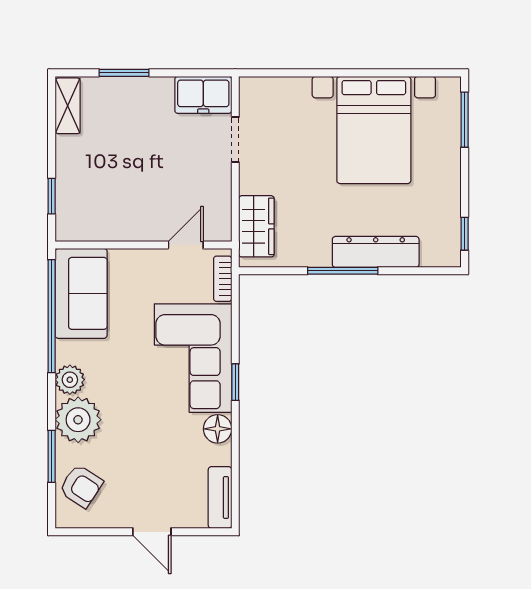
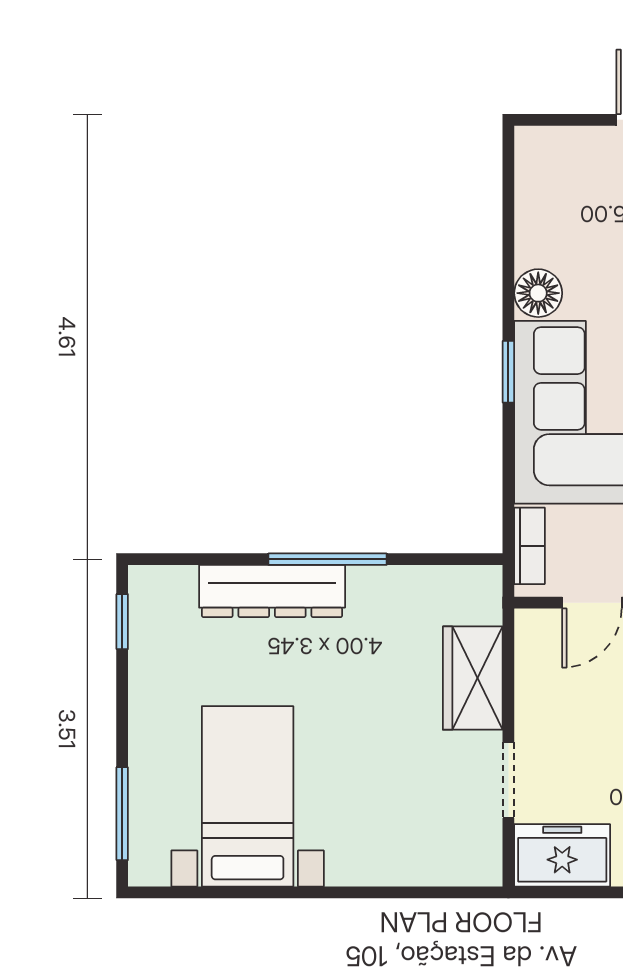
bed with nightstands: (374, 130) -> (248, 796), width x0.73
wardrobe: (256, 226) -> (473, 678), moved
tv unit: (220, 497) -> (534, 178), removed

